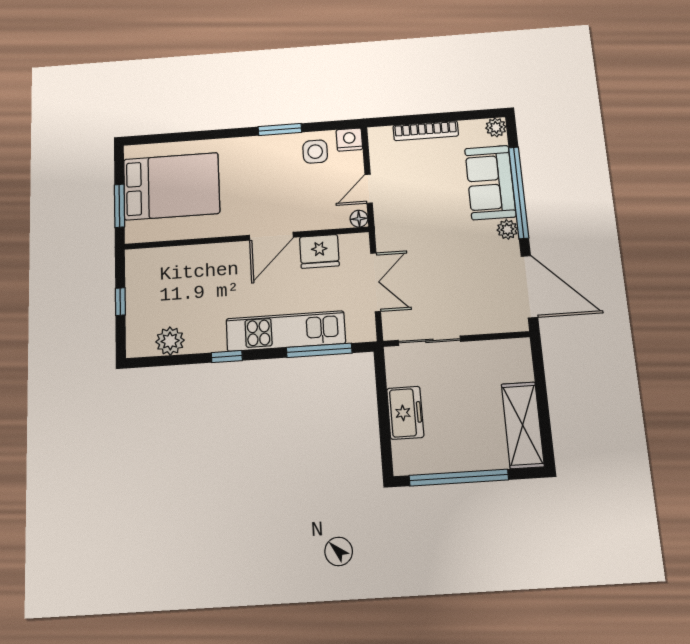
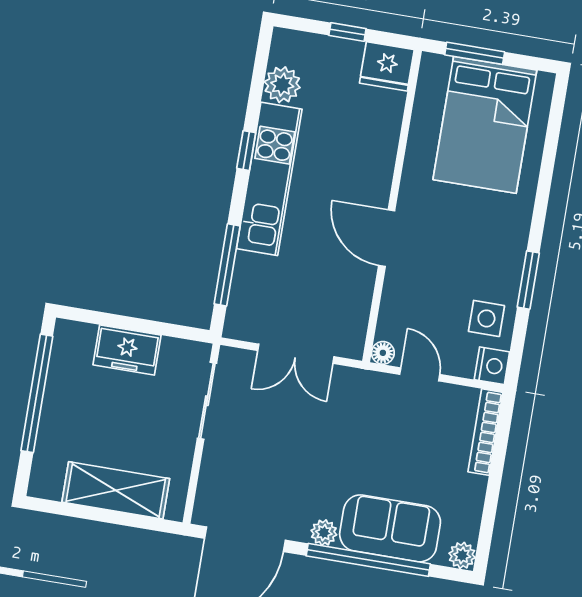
bookcase: (426, 131) -> (485, 432), moved
fridge: (319, 251) -> (387, 66), moved, turned -90
kitchen unit: (286, 331) -> (269, 179), moved
shelving: (523, 425) -> (116, 490), moved

